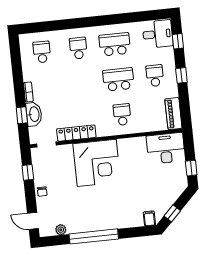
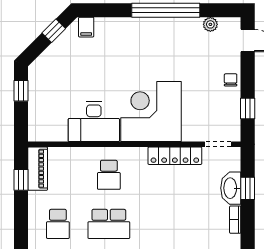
window: (181, 75) -> (21, 180), moved
desk: (166, 148) -> (94, 122), moved

